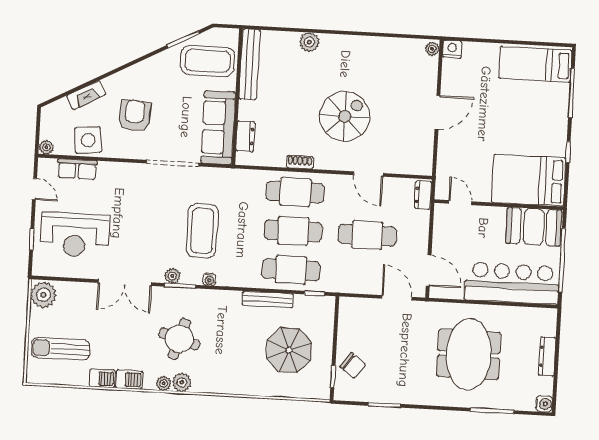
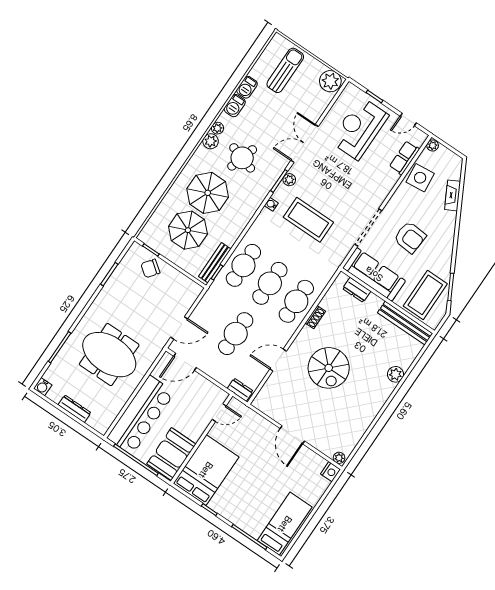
armchair: (135, 116) -> (410, 237), moved
bench: (268, 299) -> (215, 263), moved
parasol: (237, 353) -> (208, 193), added

